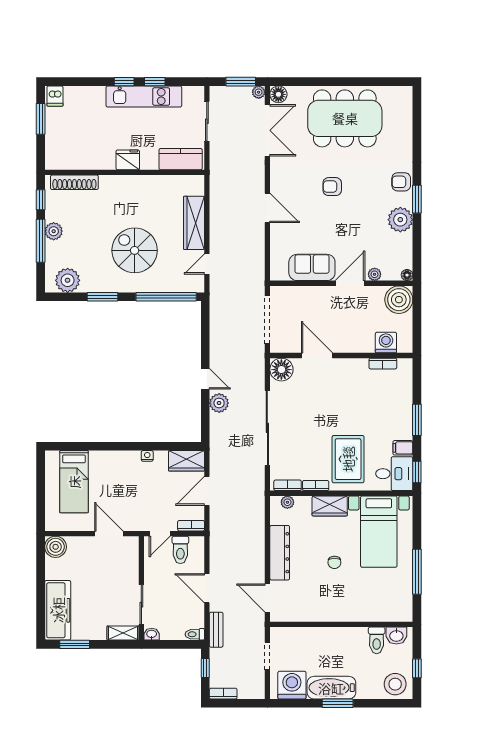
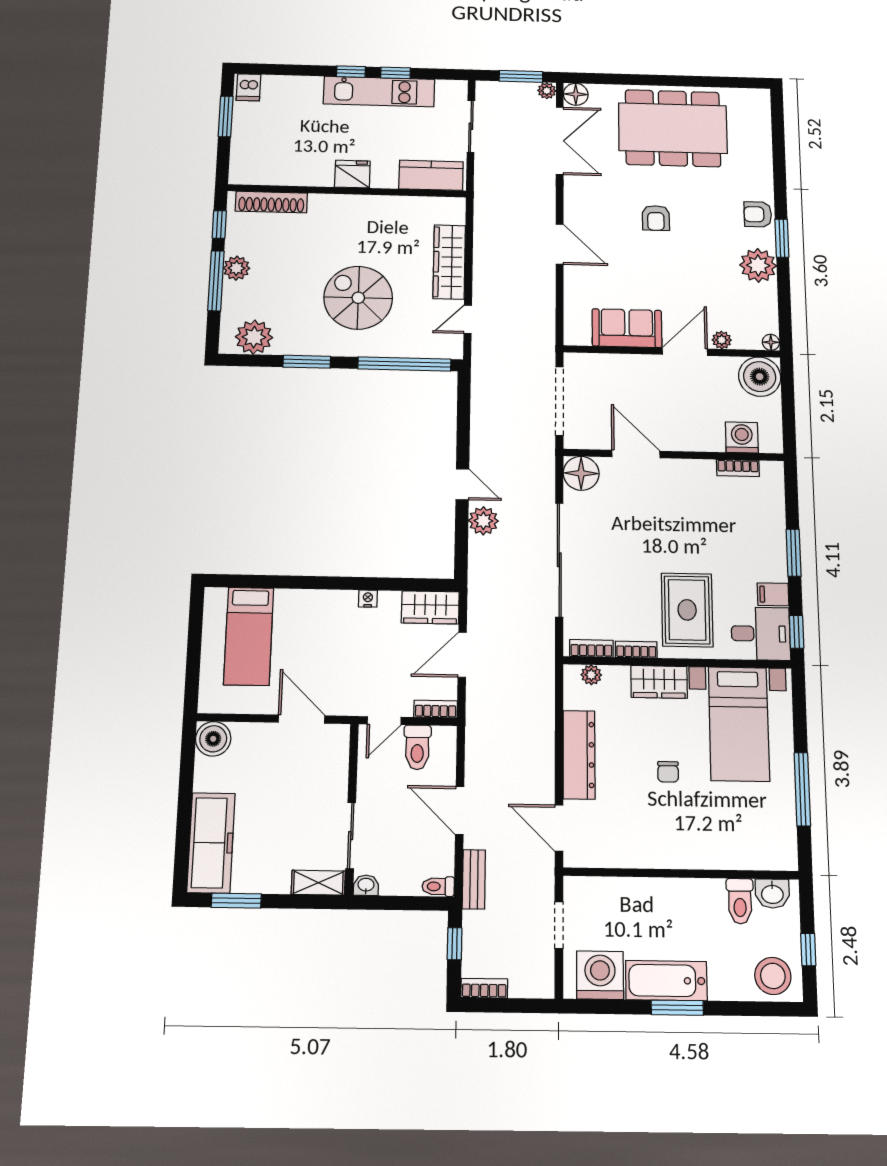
armchair: (332, 187) -> (656, 218), turned -90

